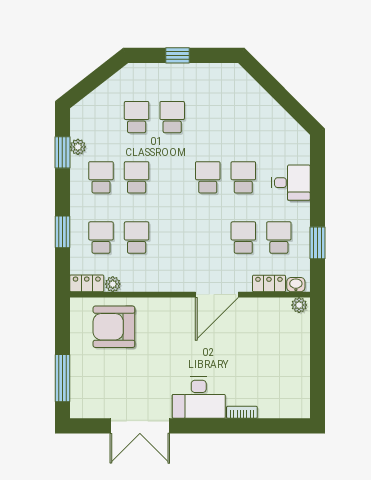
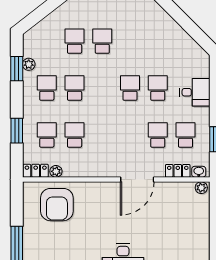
armchair: (114, 327) -> (57, 205), turned -90

